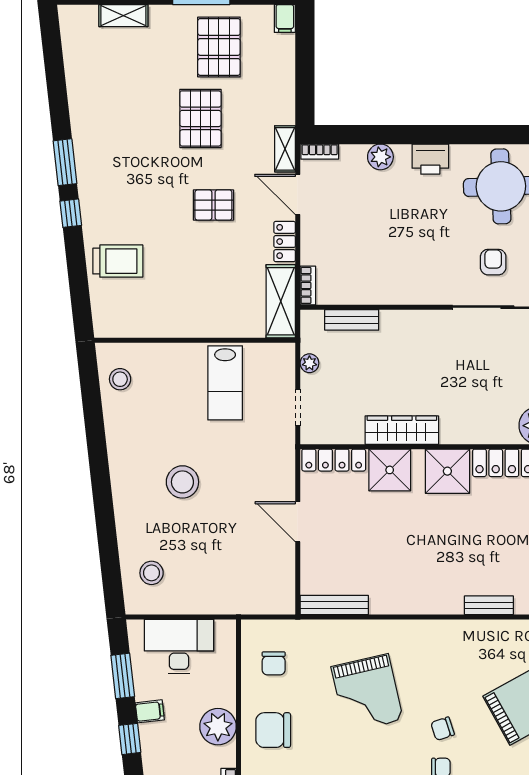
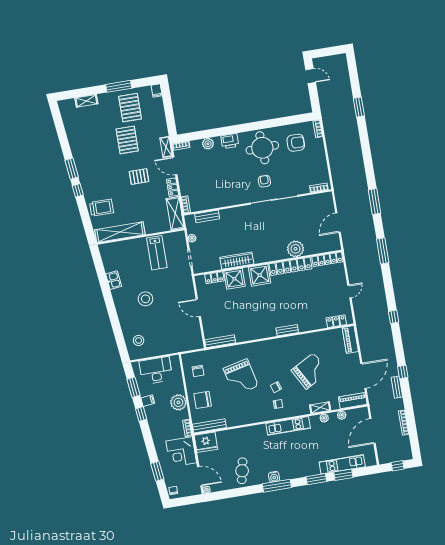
shelving: (150, 323) -> (120, 232), added
stool: (120, 379) -> (111, 259), removed
kitchen sink: (118, 428) -> (114, 280), added
locker: (334, 460) -> (214, 278), width x0.66

